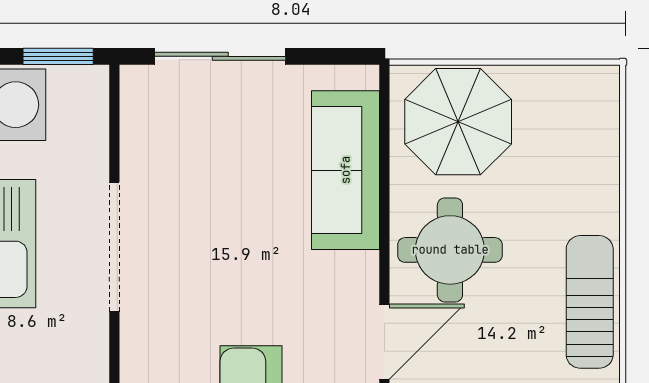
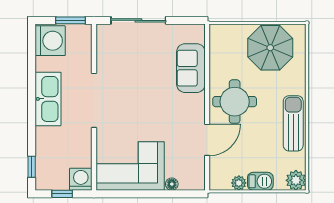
parasol: (458, 122) -> (270, 48), moved
sofa: (346, 170) -> (191, 68), width x0.73

